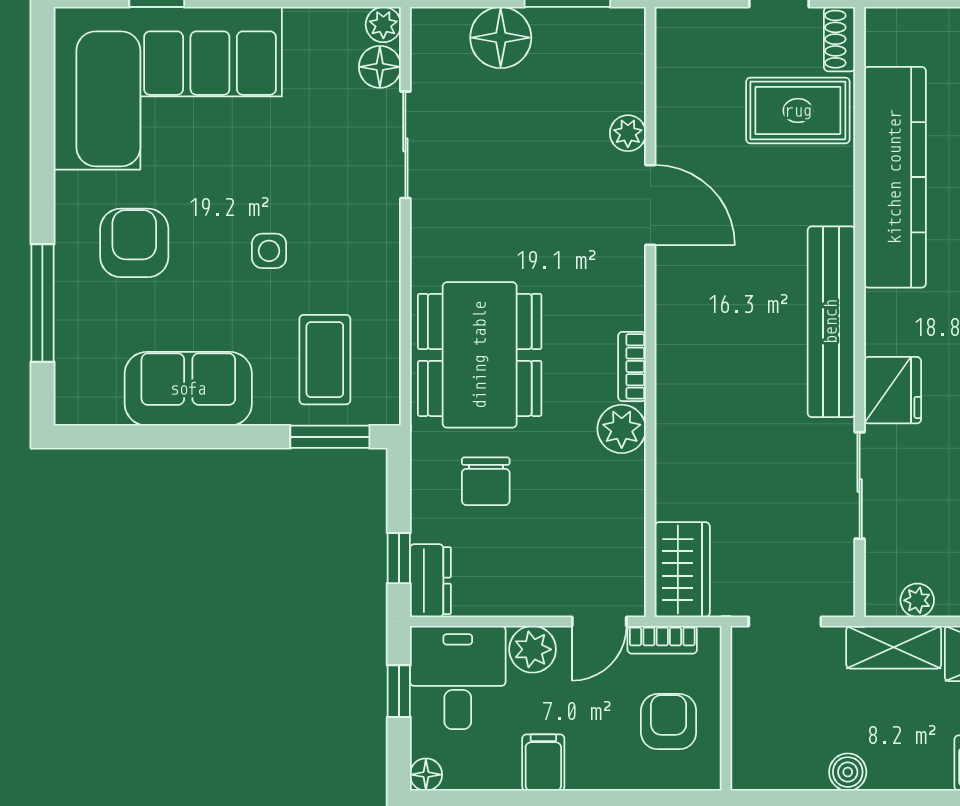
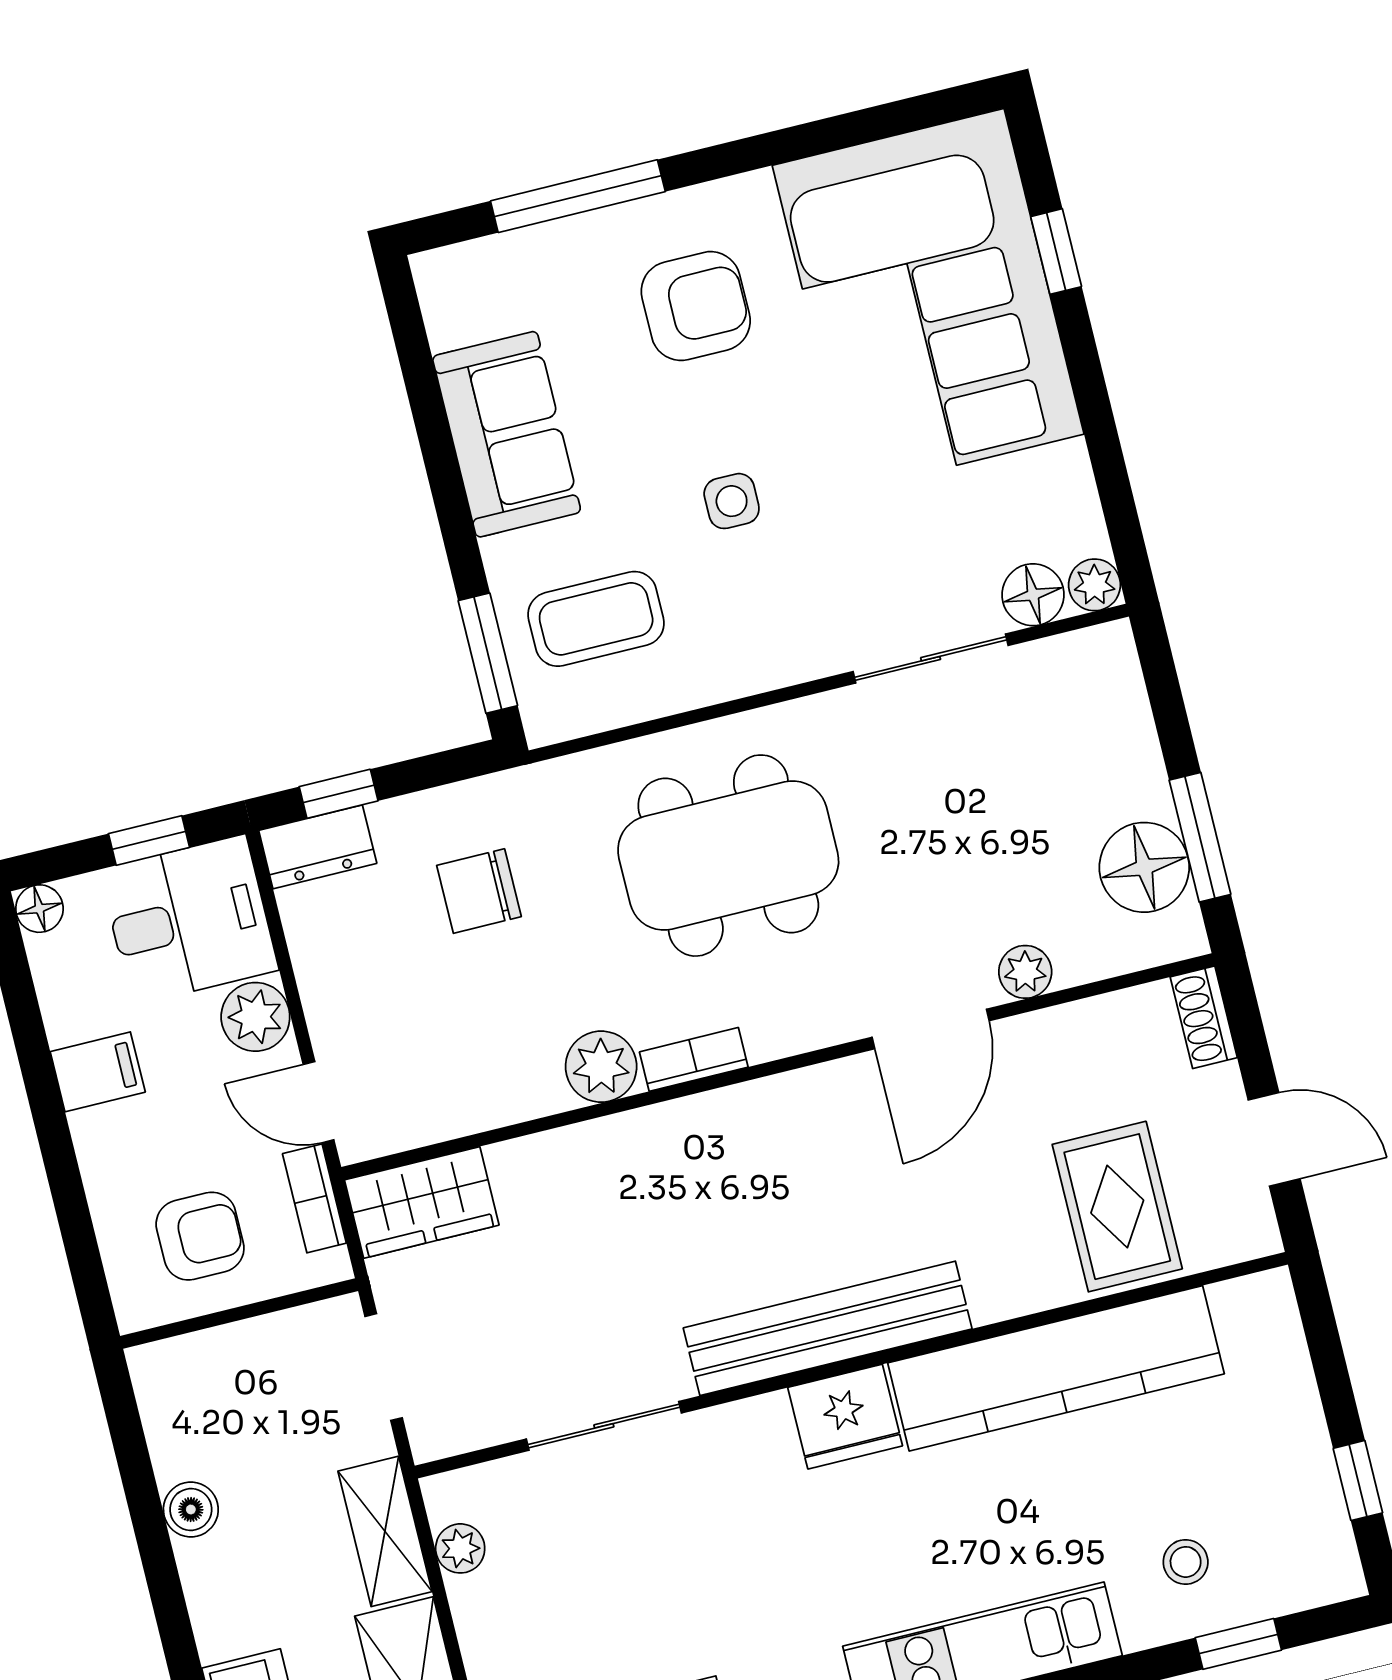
floor lamp: (501, 38) -> (1144, 867), moved
shoe rack: (839, 39) -> (1204, 1017), moved, turned -90
dining table: (480, 355) -> (728, 856), moved
fridge: (893, 390) -> (845, 1417), moved

